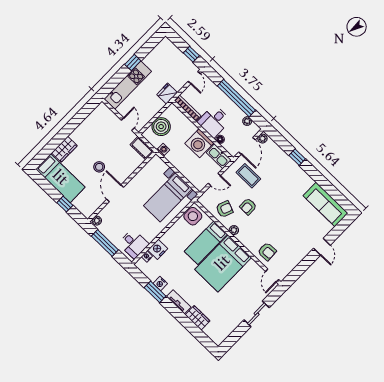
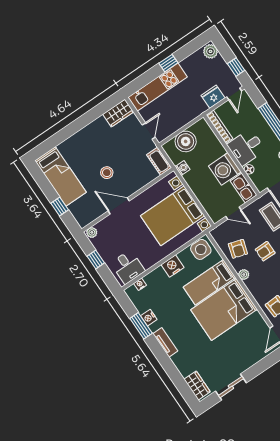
plant: (167, 45) -> (211, 51), added
fridge: (167, 94) -> (213, 97), moved
wardrobe: (64, 149) -> (118, 113), moved
door: (115, 193) -> (119, 206), hinge flipped
bed with nightstands: (168, 197) -> (173, 216), width x1.36
armchair: (224, 209) -> (238, 249), turned 86
window: (105, 243) -> (96, 260), width x0.46
nightstand: (158, 249) -> (172, 266), moved
sliding door: (257, 314) -> (231, 387), moved
wardrobe: (198, 318) -> (197, 386), moved

